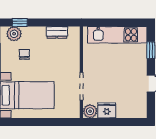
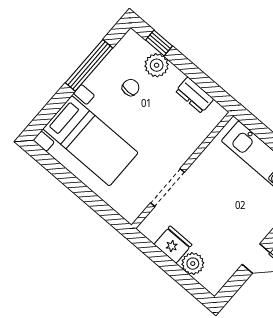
plant: (14, 34) -> (157, 65), moved
plant: (90, 111) -> (193, 264), moved

